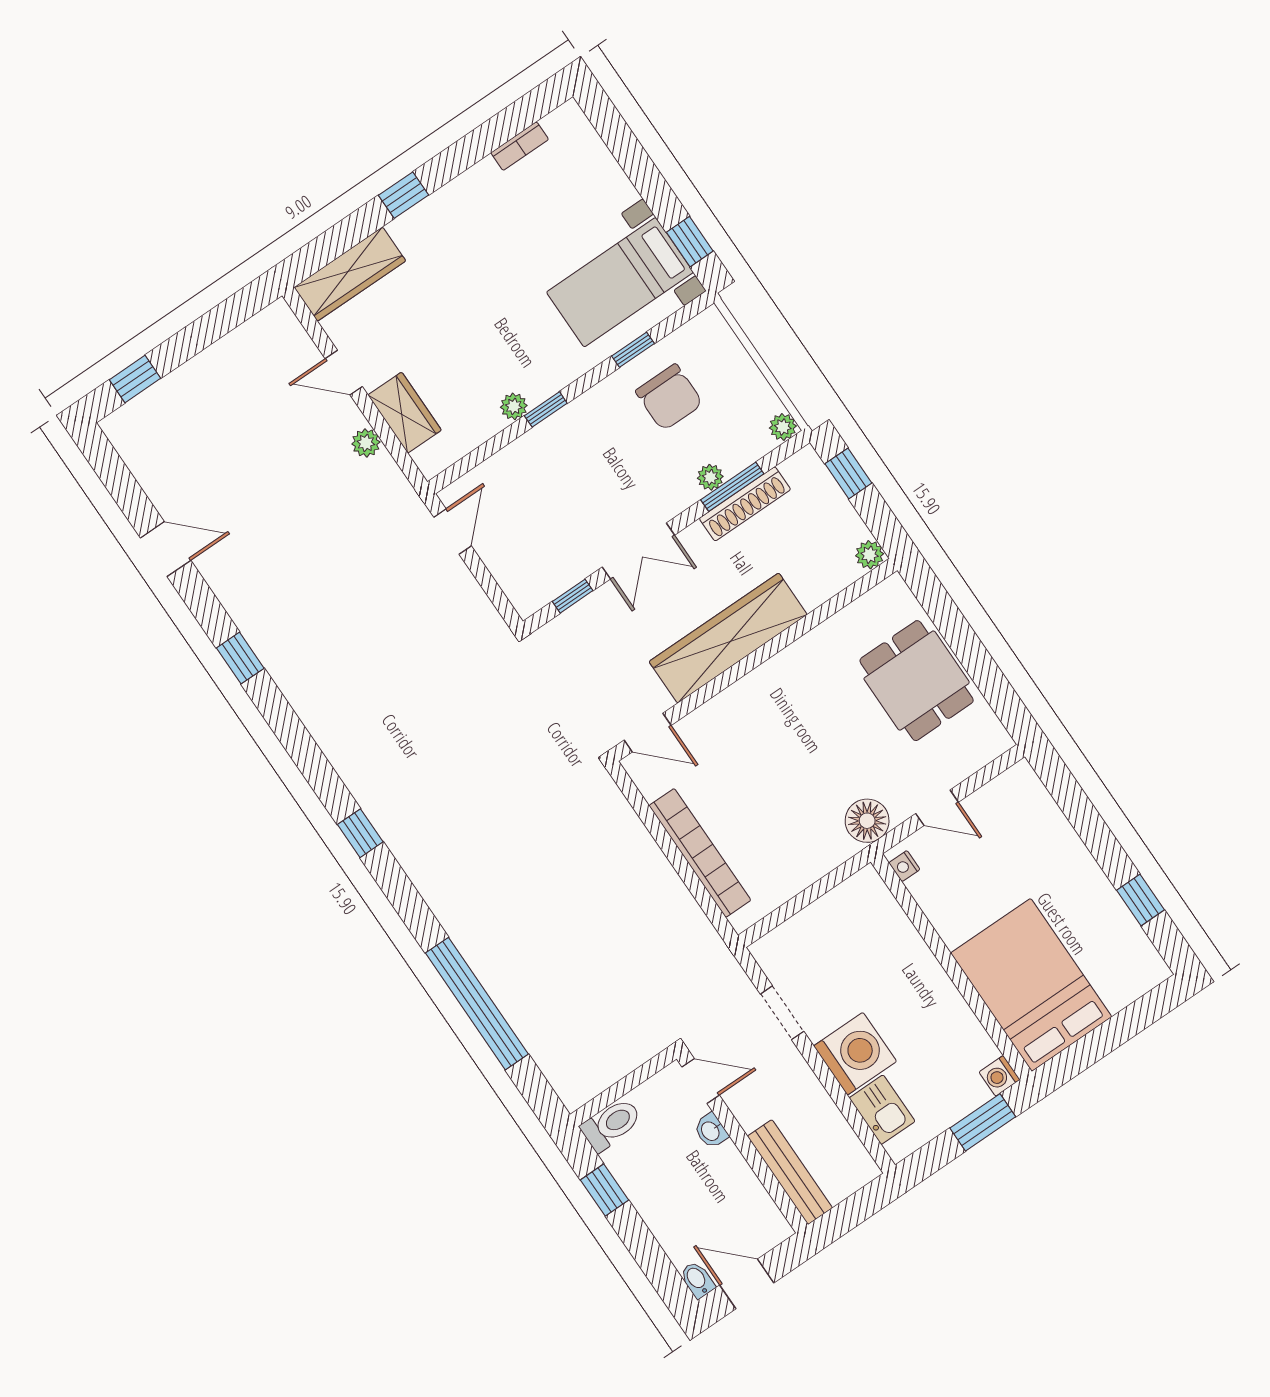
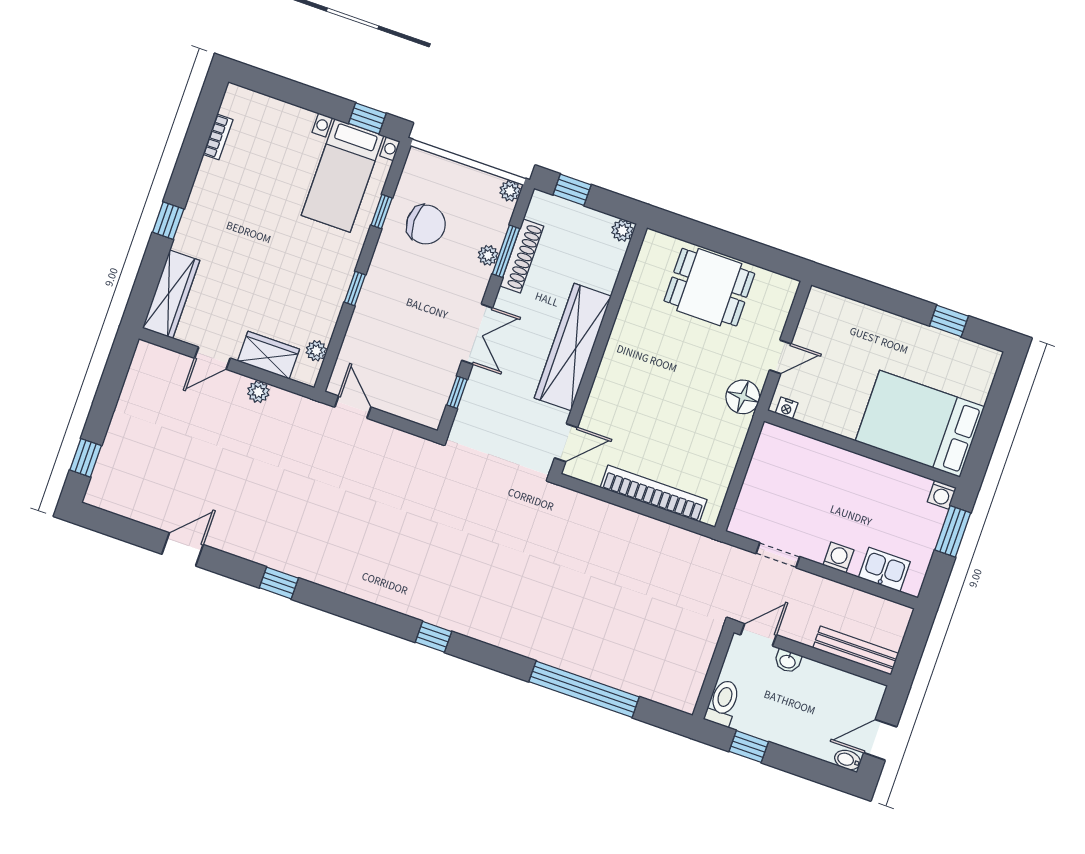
plant: (514, 406) -> (316, 351), moved
washing machine: (855, 1054) -> (838, 557), width x0.53, depth x0.53

